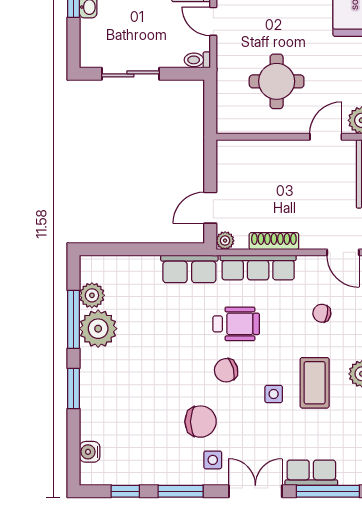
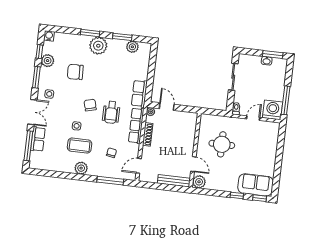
window: (73, 319) -> (122, 37), width x0.69
plant: (98, 329) -> (98, 46), moved
chair: (201, 422) -> (75, 72), moved, turned 88
water cooler: (90, 452) -> (49, 36), moved
plant: (142, 472) -> (48, 61), added

